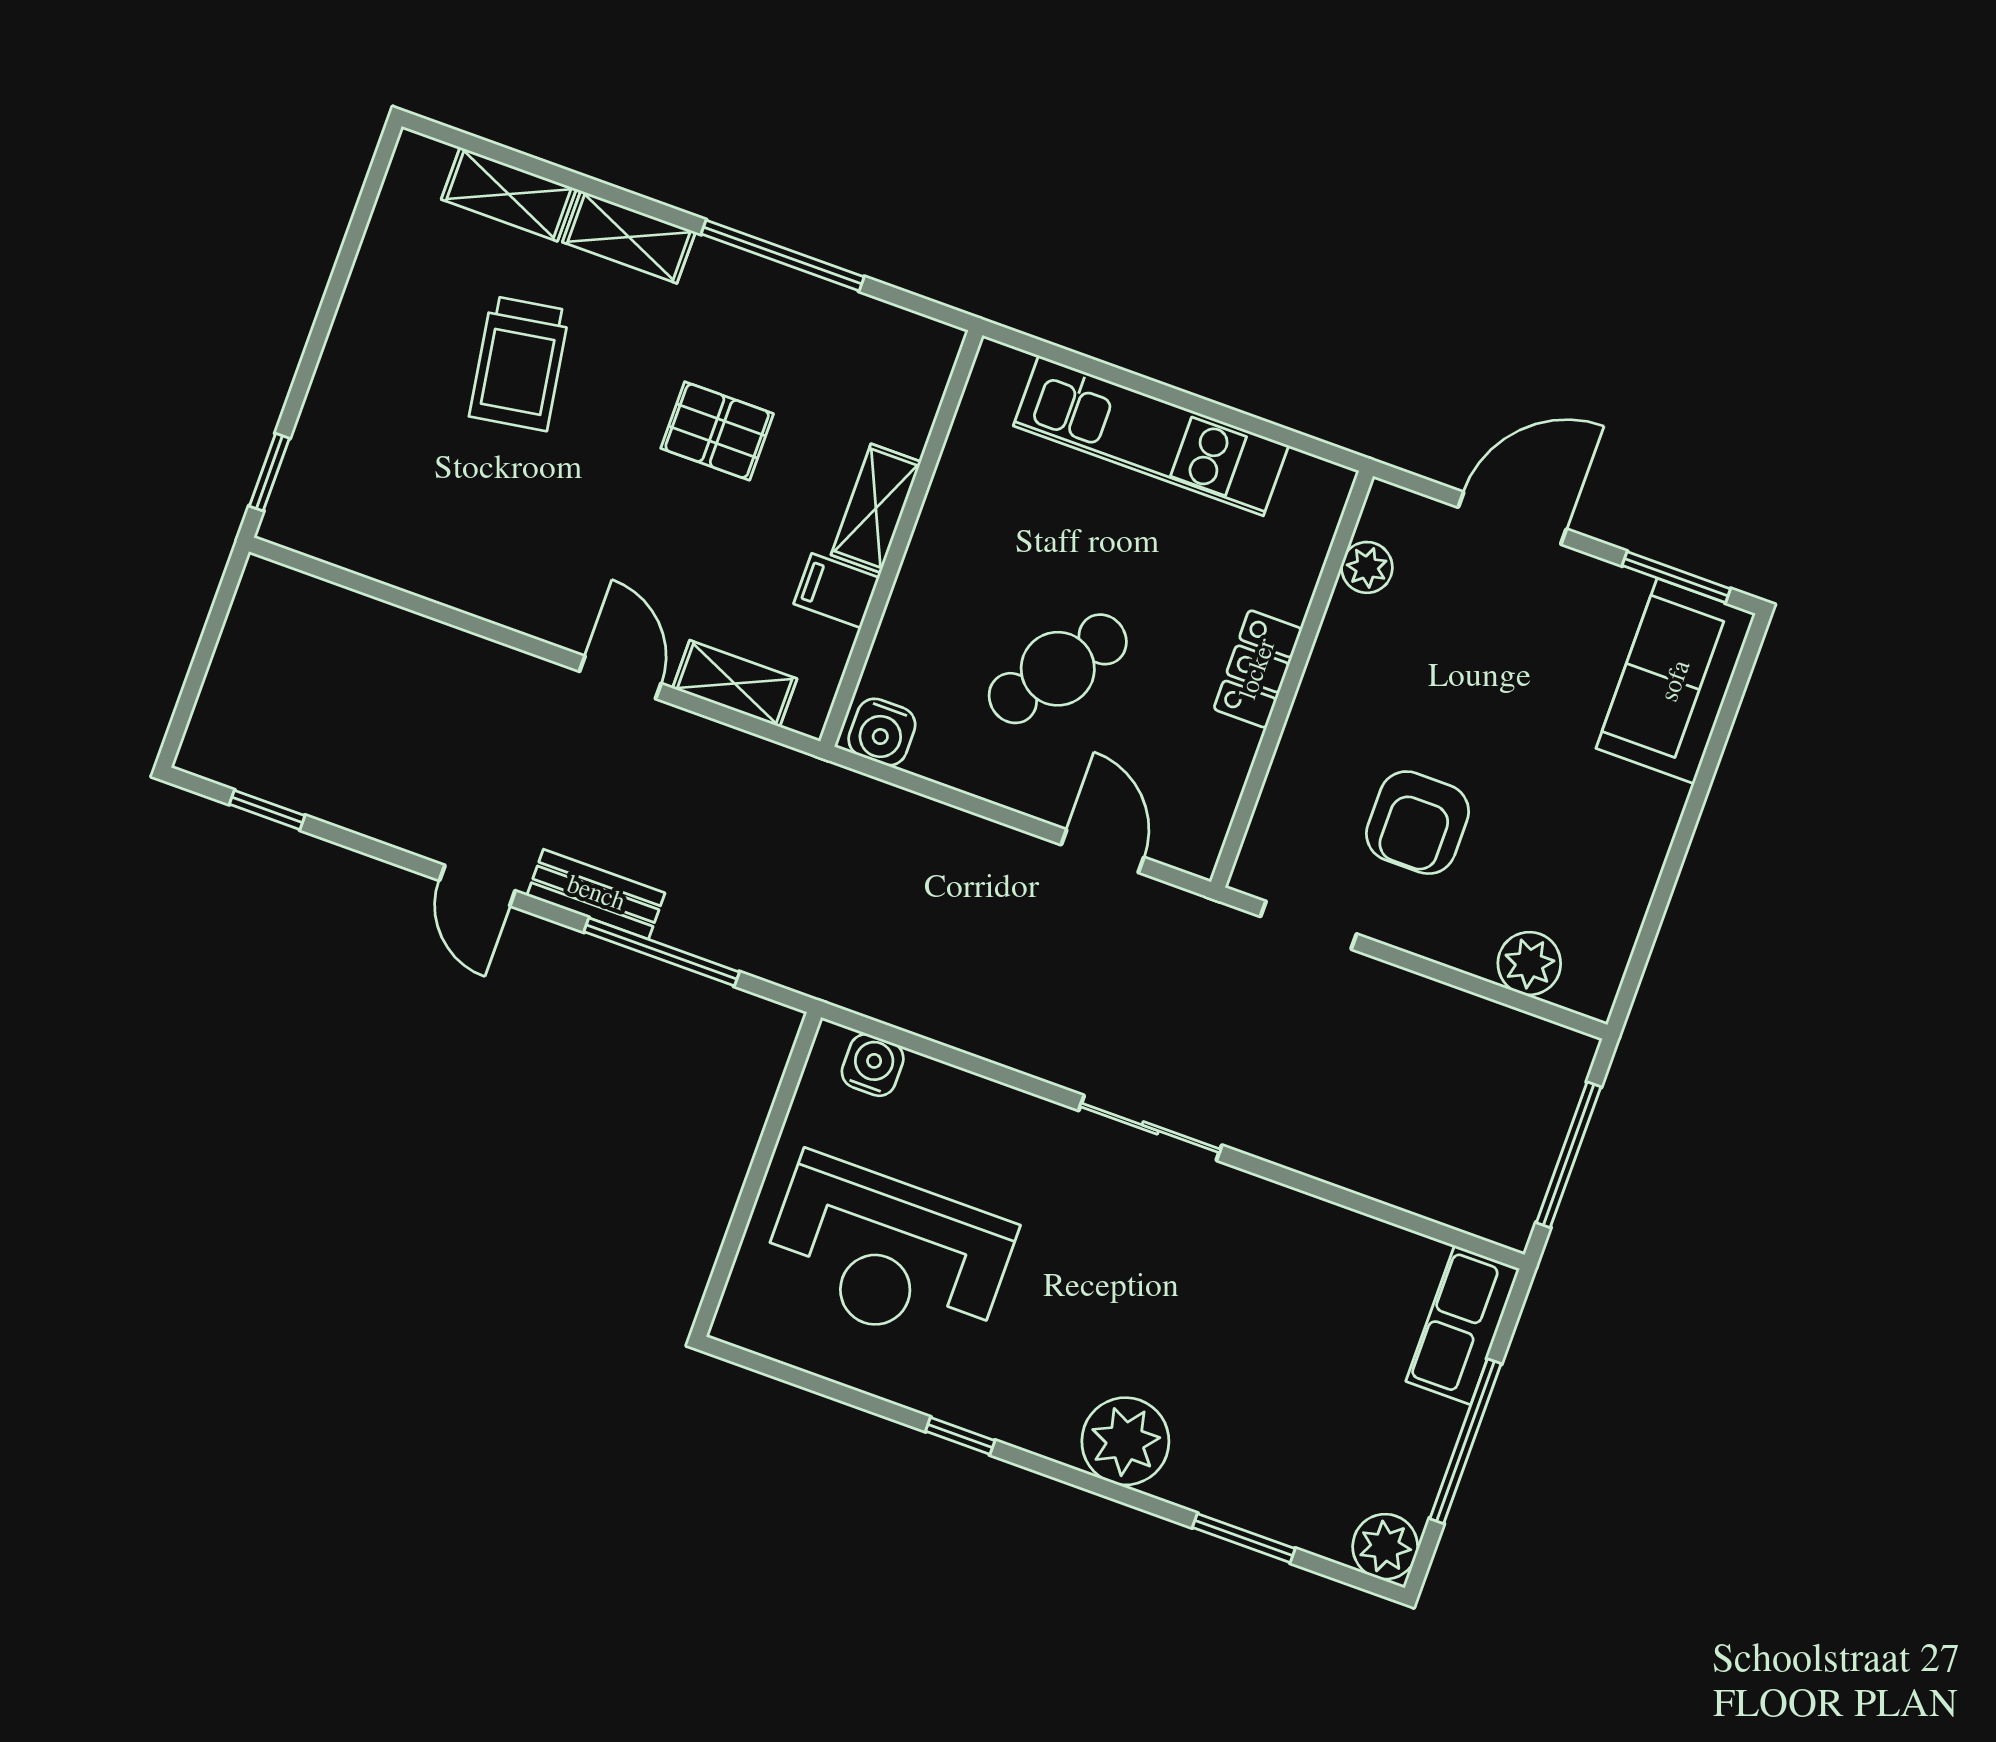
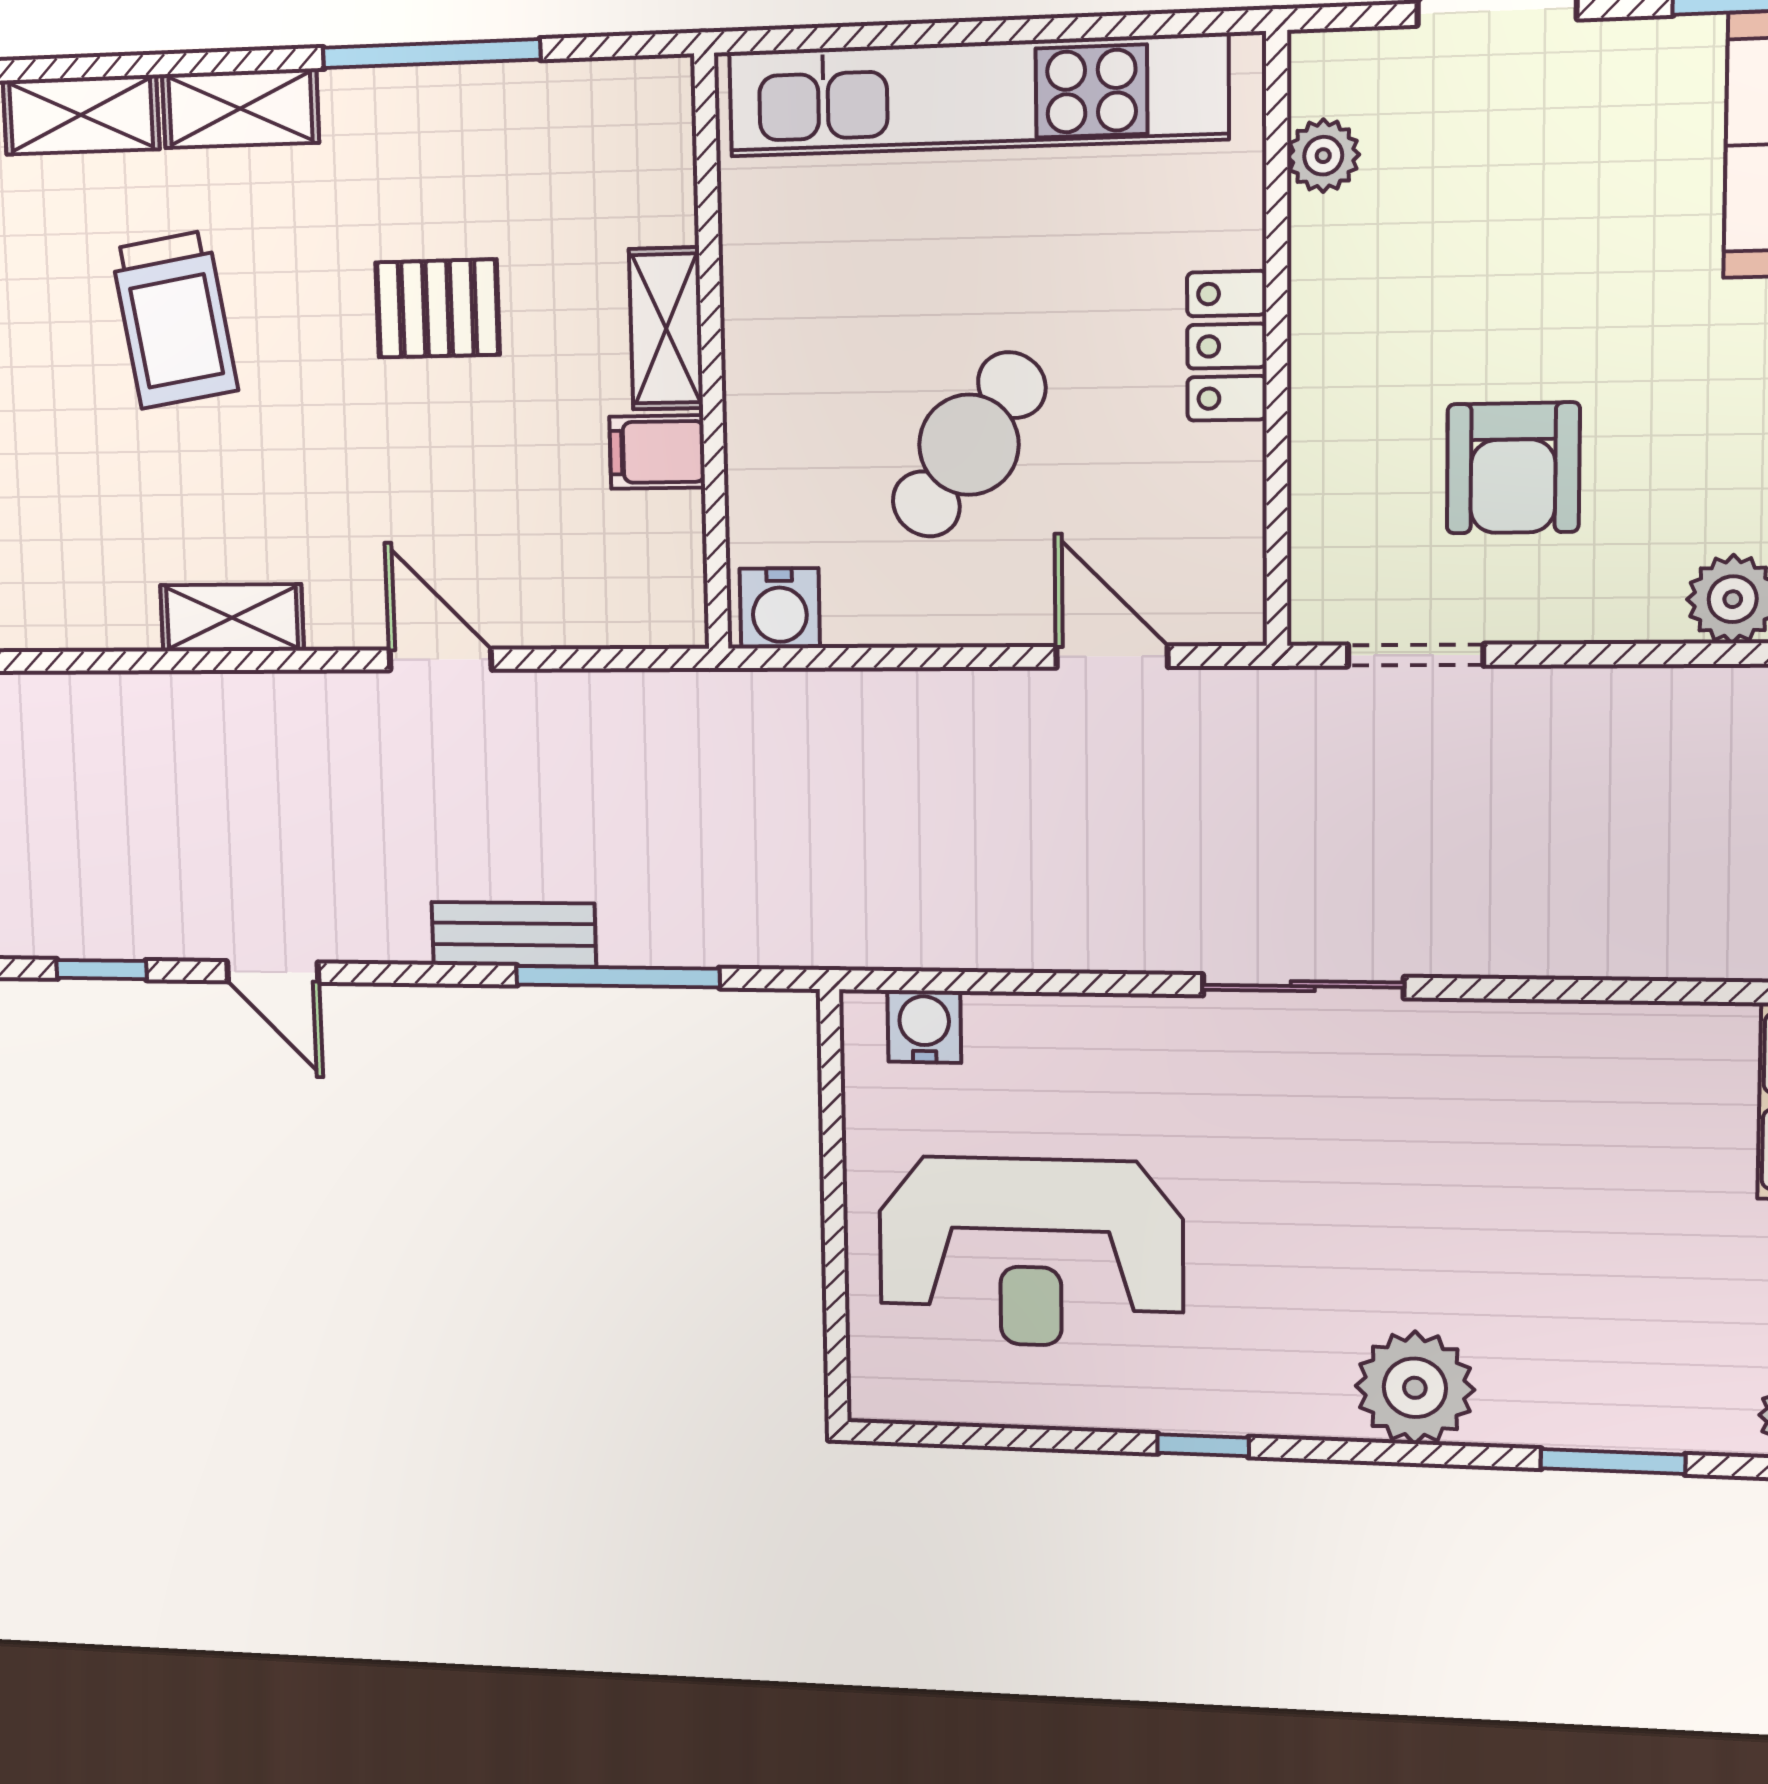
kitchen unit: (1151, 436) -> (976, 95), width x1.36
shelving: (735, 683) -> (232, 618), moved
door: (477, 886) -> (273, 972), moved

